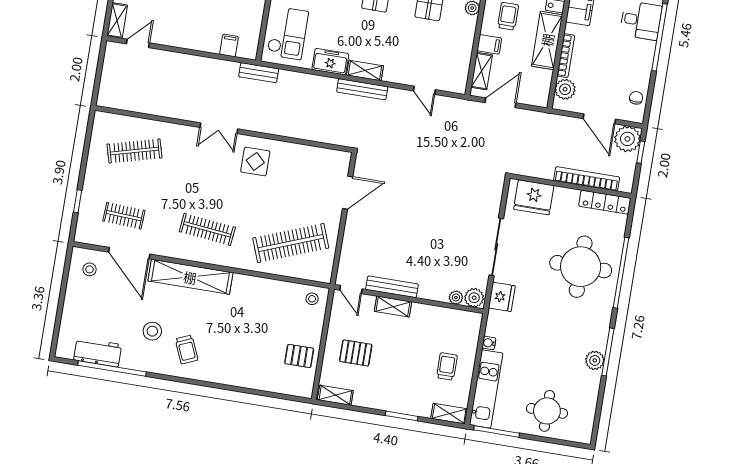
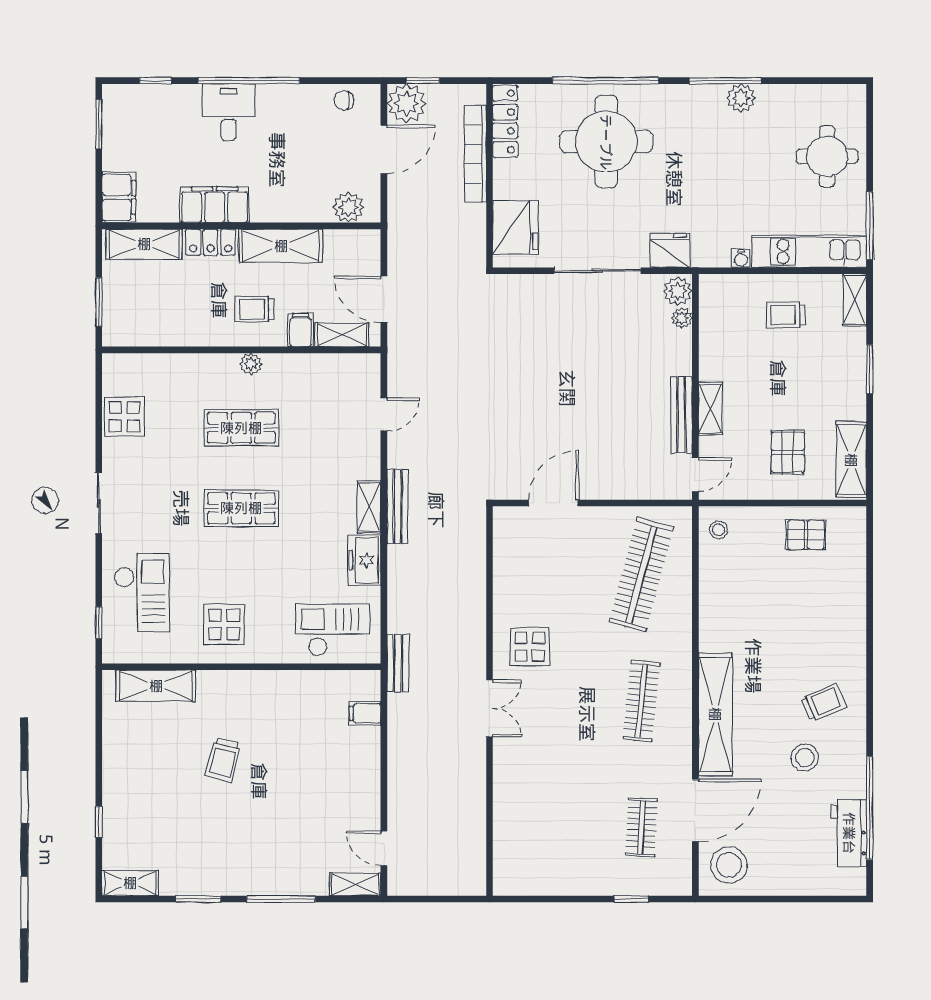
bookcase: (566, 56) -> (299, 214), removed
clothes rail: (134, 151) -> (543, 827), removed
door: (348, 193) -> (553, 503), hinge flipped
clothes rail: (291, 243) -> (641, 575), turned 36
stool: (90, 269) -> (729, 865), width x1.89, depth x1.89
pallet: (299, 356) -> (806, 535), turned 90
shelving: (335, 395) -> (851, 460), width x1.50, depth x1.33

